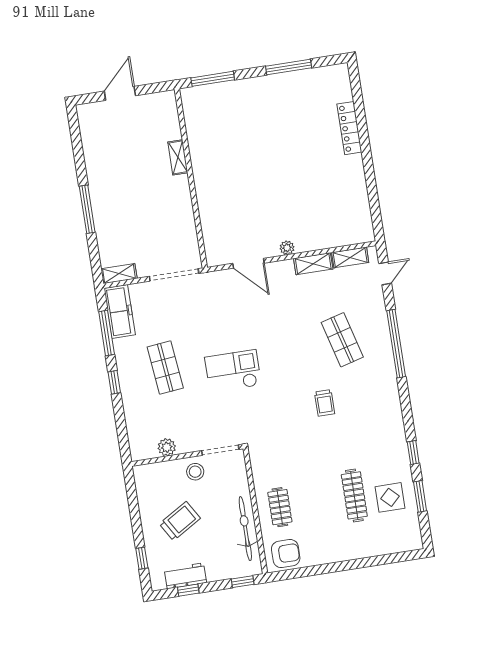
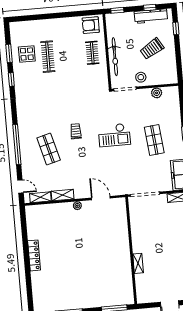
locker: (349, 128) -> (34, 255), moved
door: (385, 273) -> (20, 186), swing flipped
trolley: (324, 403) -> (76, 131), moved
bicycle: (245, 529) -> (115, 57), moved
workbench: (185, 576) -> (151, 16), width x1.38

